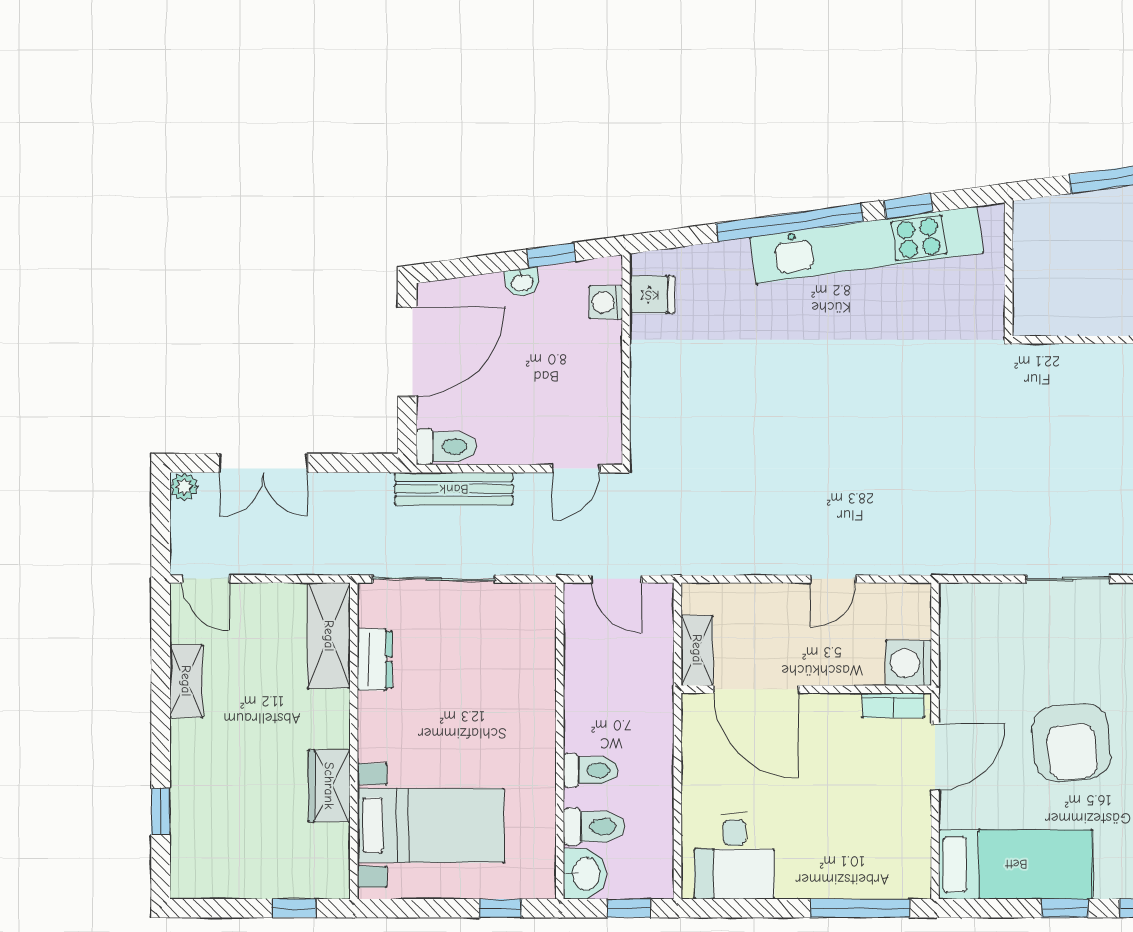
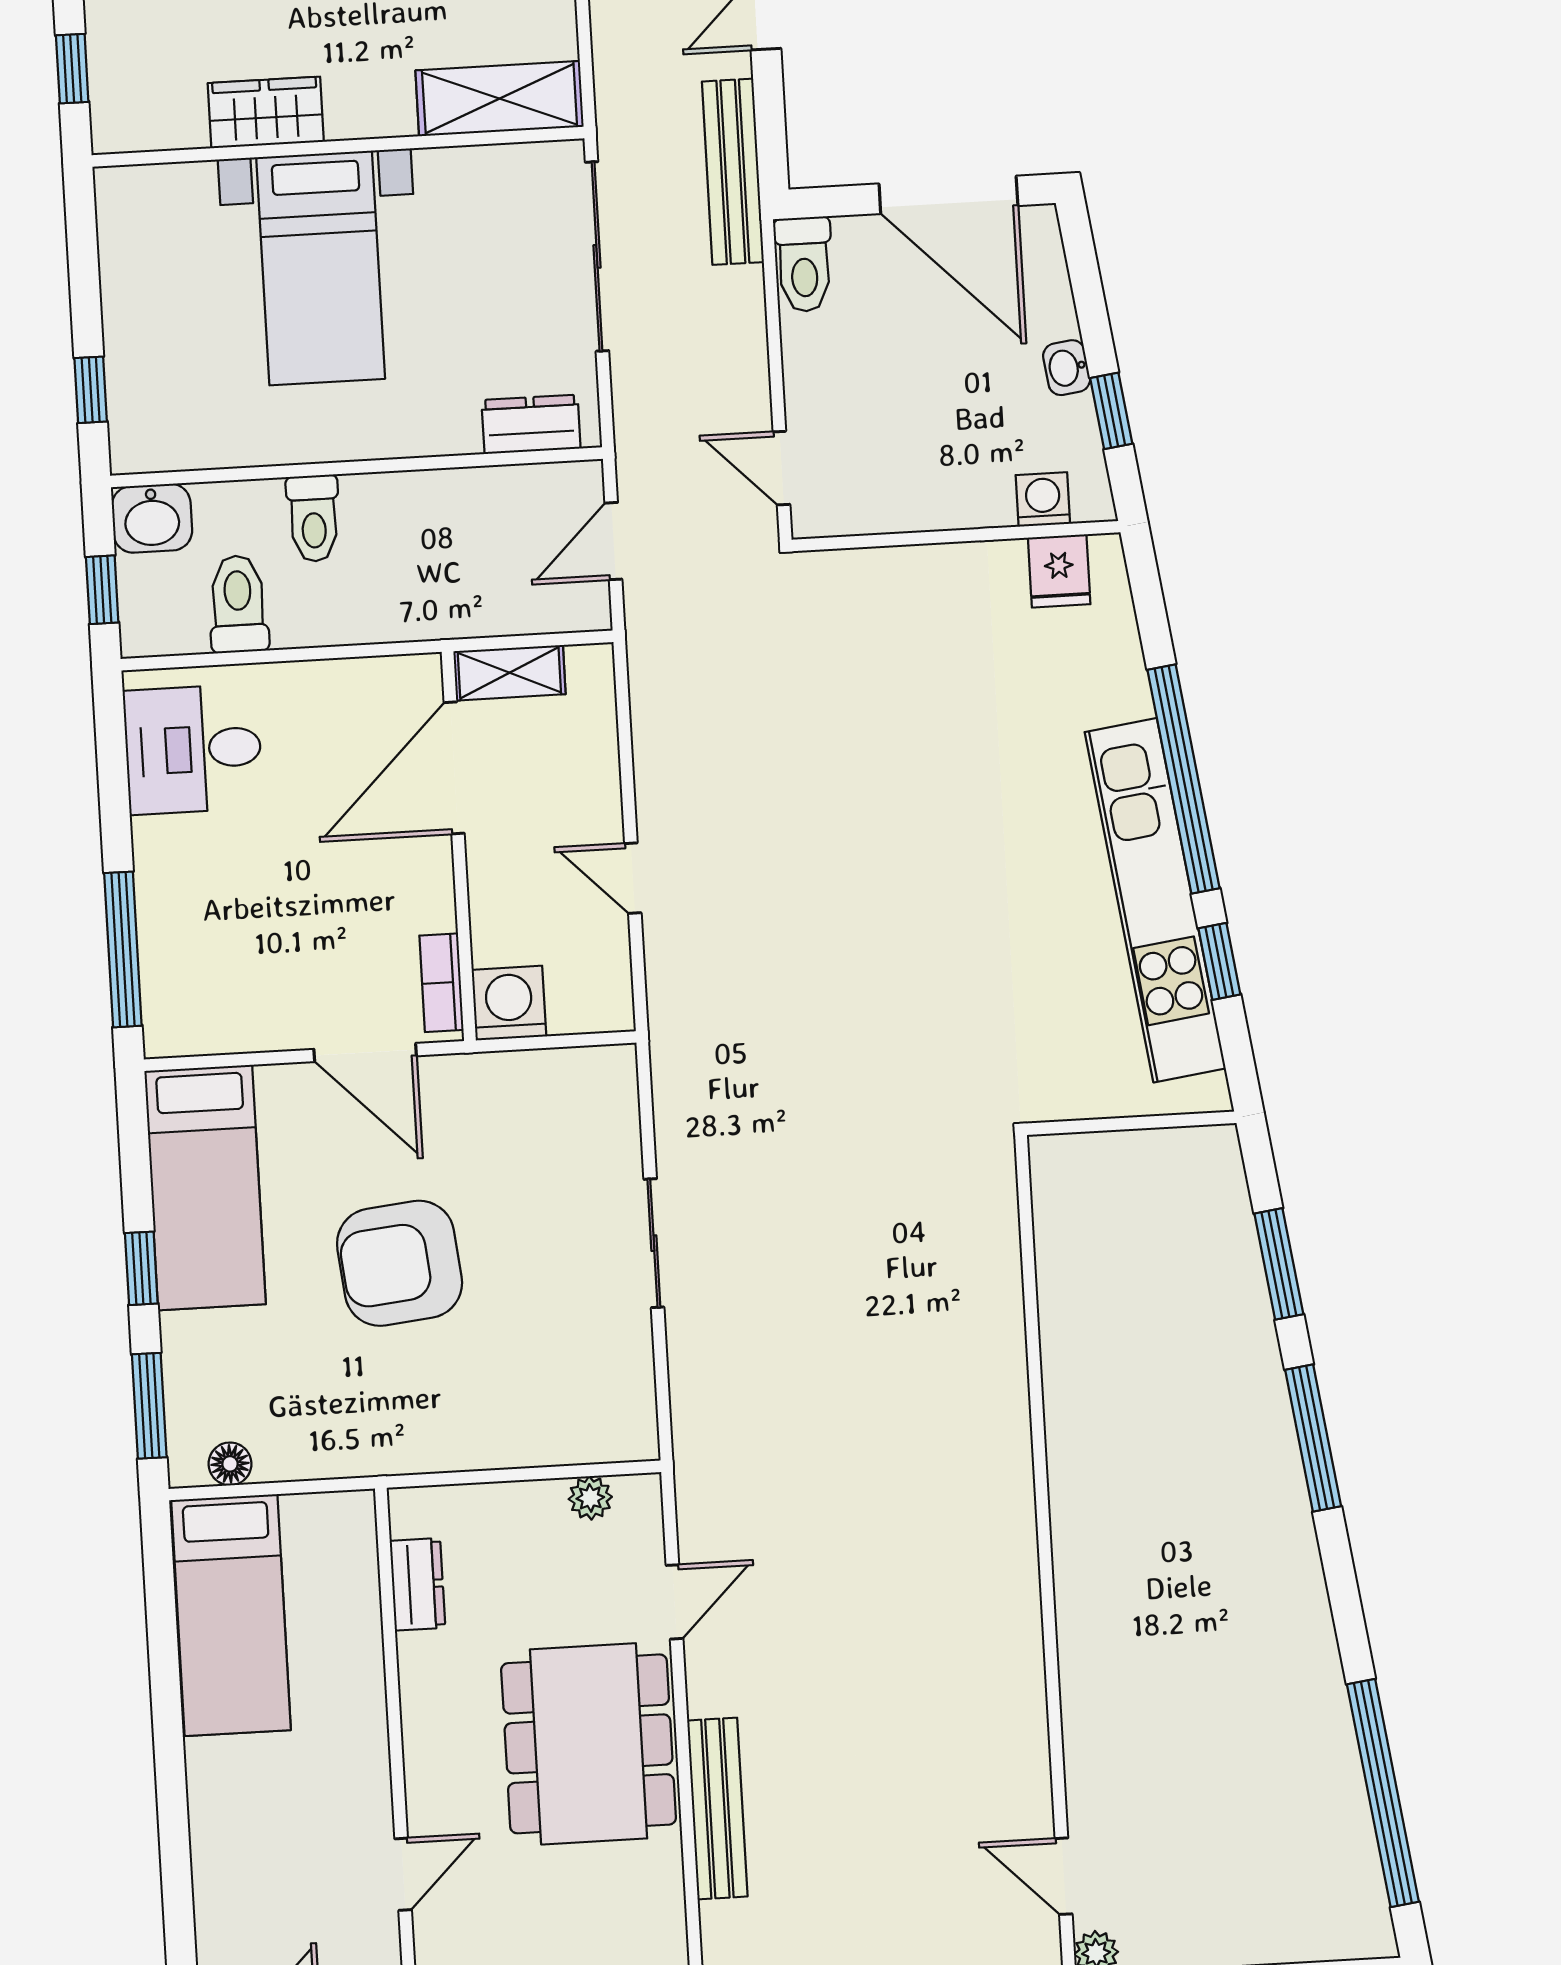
bench: (454, 489) -> (733, 172), moved
dresser: (375, 659) -> (531, 424), moved, turned 180
bed with nightstands: (431, 825) -> (321, 268), moved
toilet: (594, 827) -> (238, 604), moved, turned 180

